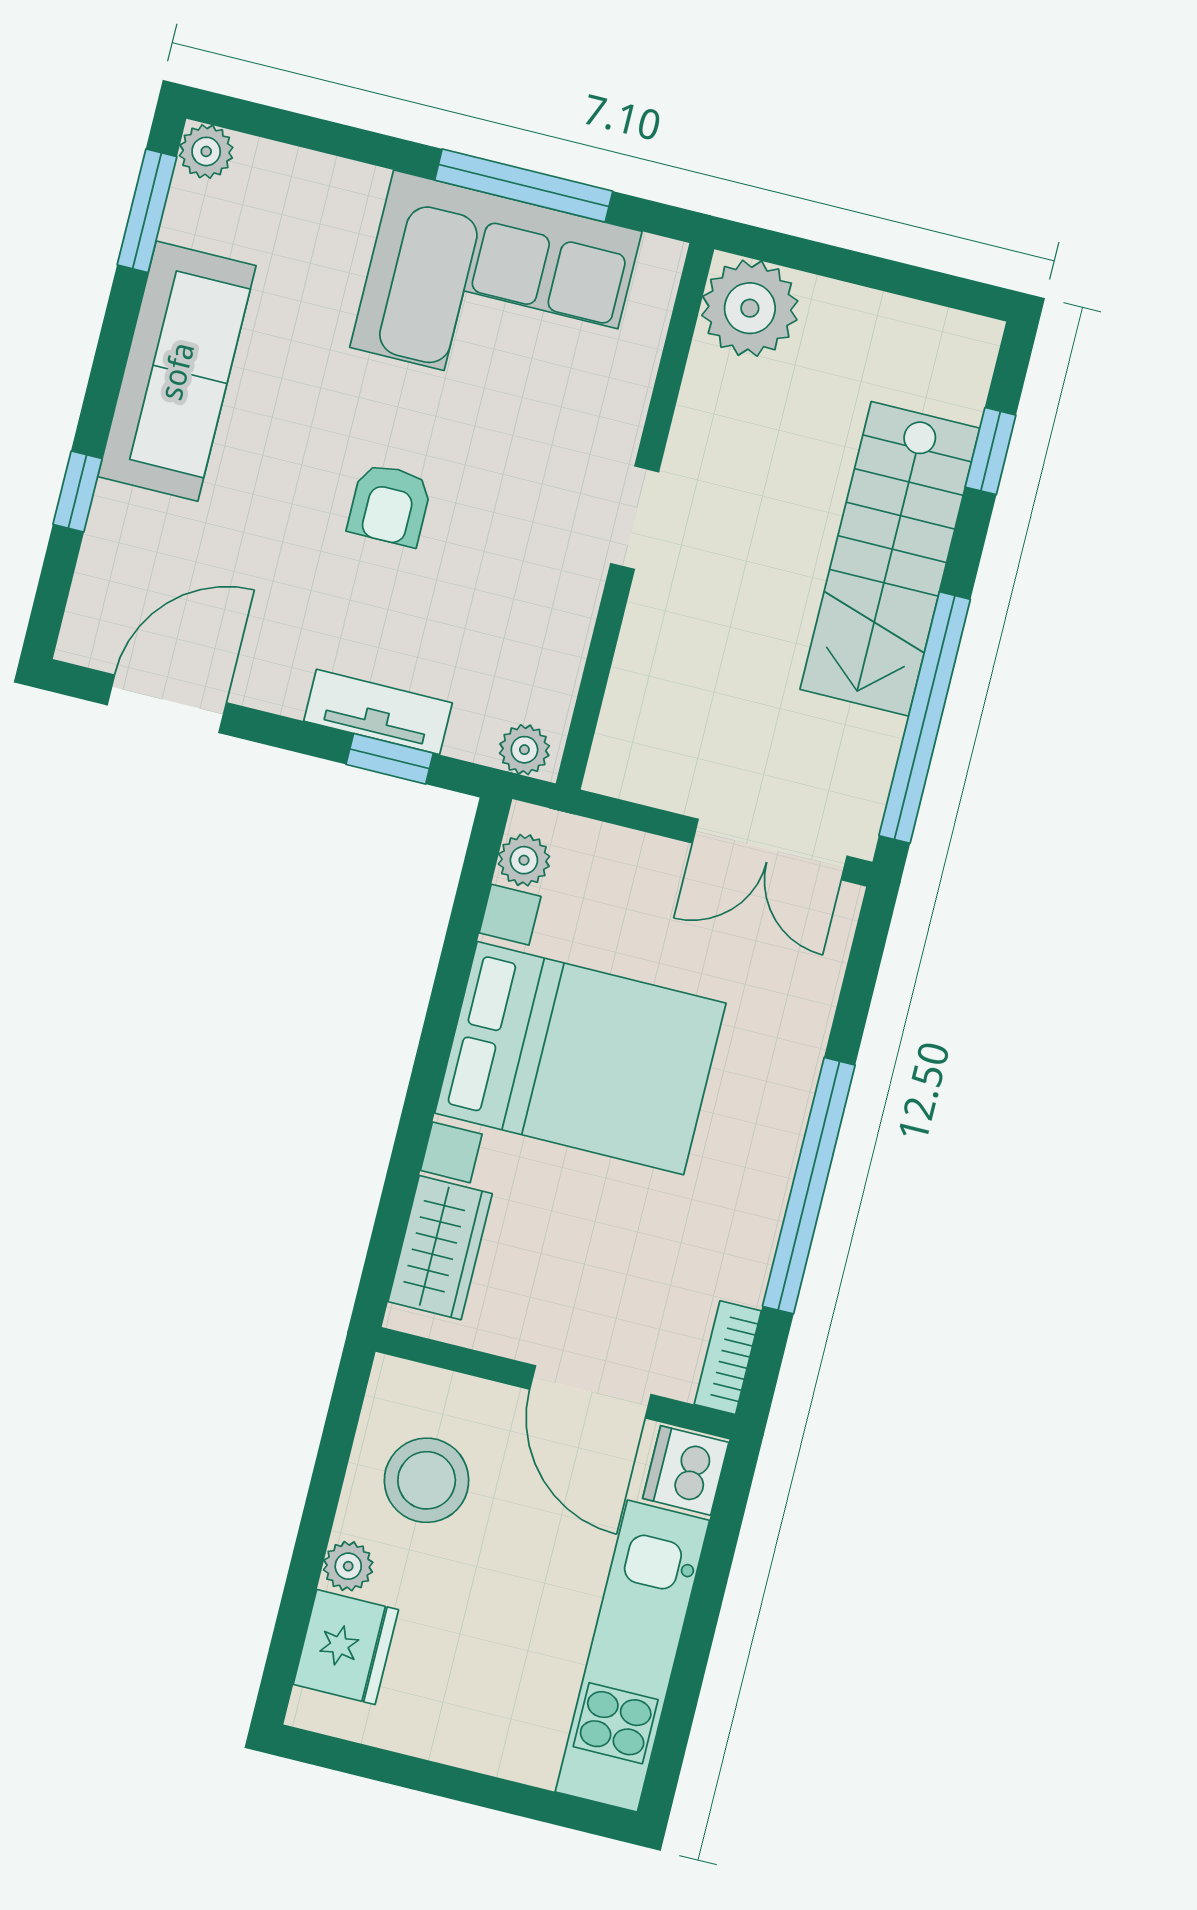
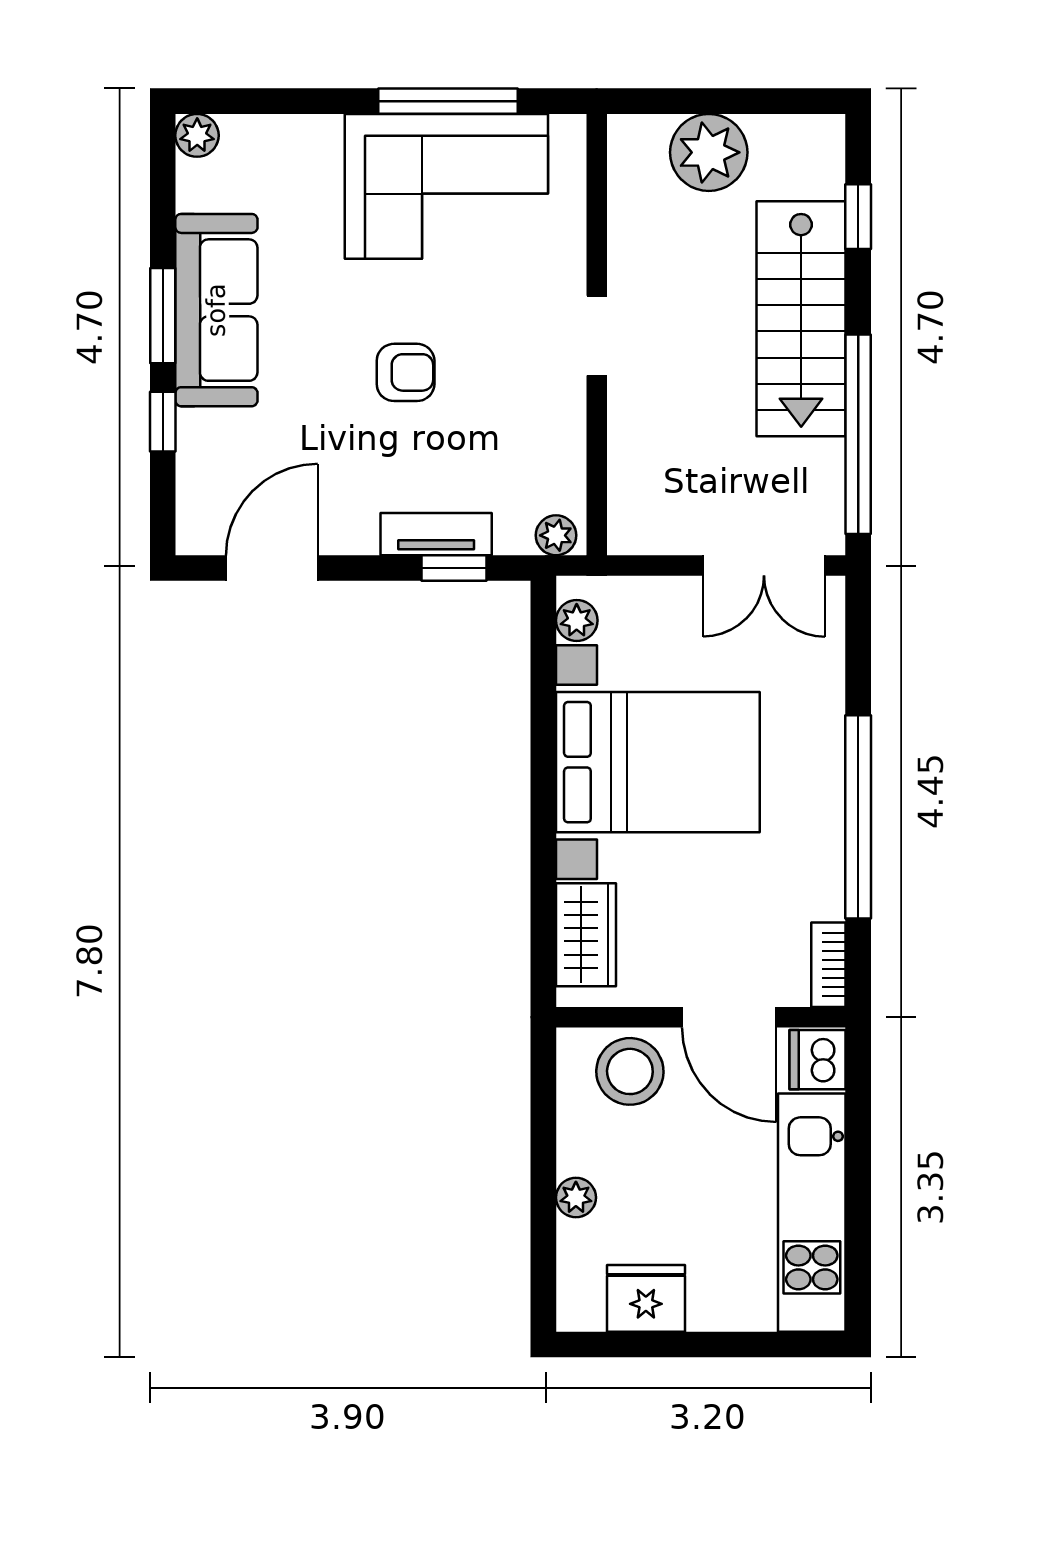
window: (147, 211) -> (163, 316), moved
plant: (750, 308) -> (709, 152), moved
armchair: (390, 505) -> (406, 372), turned -90
stool: (427, 1480) -> (630, 1071), moved
fridge: (346, 1647) -> (646, 1298), moved, turned -90

